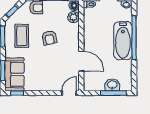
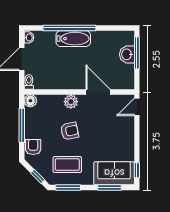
plant: (73, 17) -> (71, 102), moved
bathtub: (123, 41) -> (73, 39), width x0.73, depth x0.73
door: (81, 61) -> (98, 92), hinge flipped
door: (69, 93) -> (137, 107), hinge flipped

